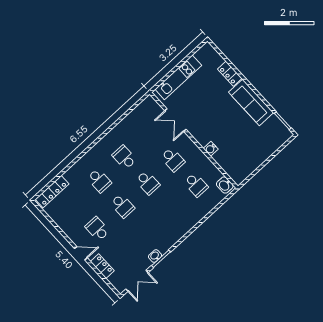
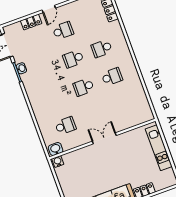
double door: (175, 120) -> (104, 138), moved
water cooler: (211, 149) -> (58, 161), moved
school desk: (173, 160) -> (94, 115), removed
school desk: (196, 185) -> (65, 126), turned 180

